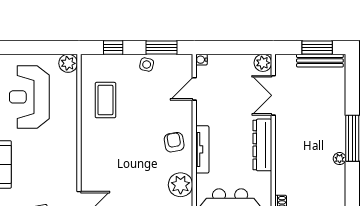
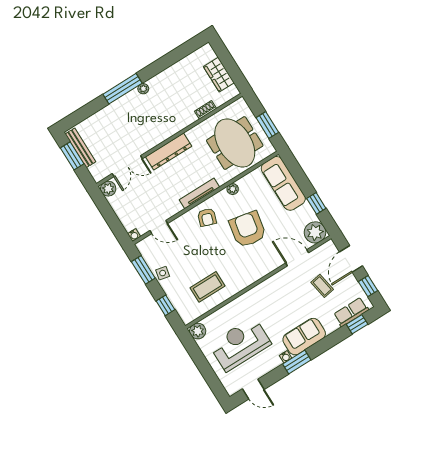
reception desk: (29, 97) -> (240, 344), turned 180
armchair: (174, 142) -> (207, 217), turned -61
armchair: (137, 175) -> (248, 229), added
plant: (181, 185) -> (233, 189), width x0.53, depth x0.53

